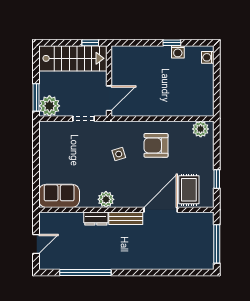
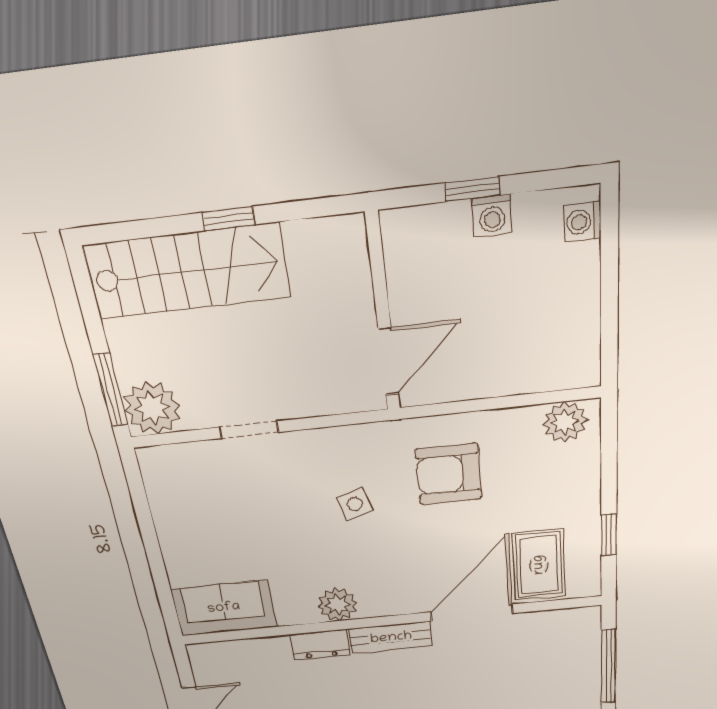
wall: (109, 81) -> (383, 315), moved
door: (109, 98) -> (388, 361), moved

